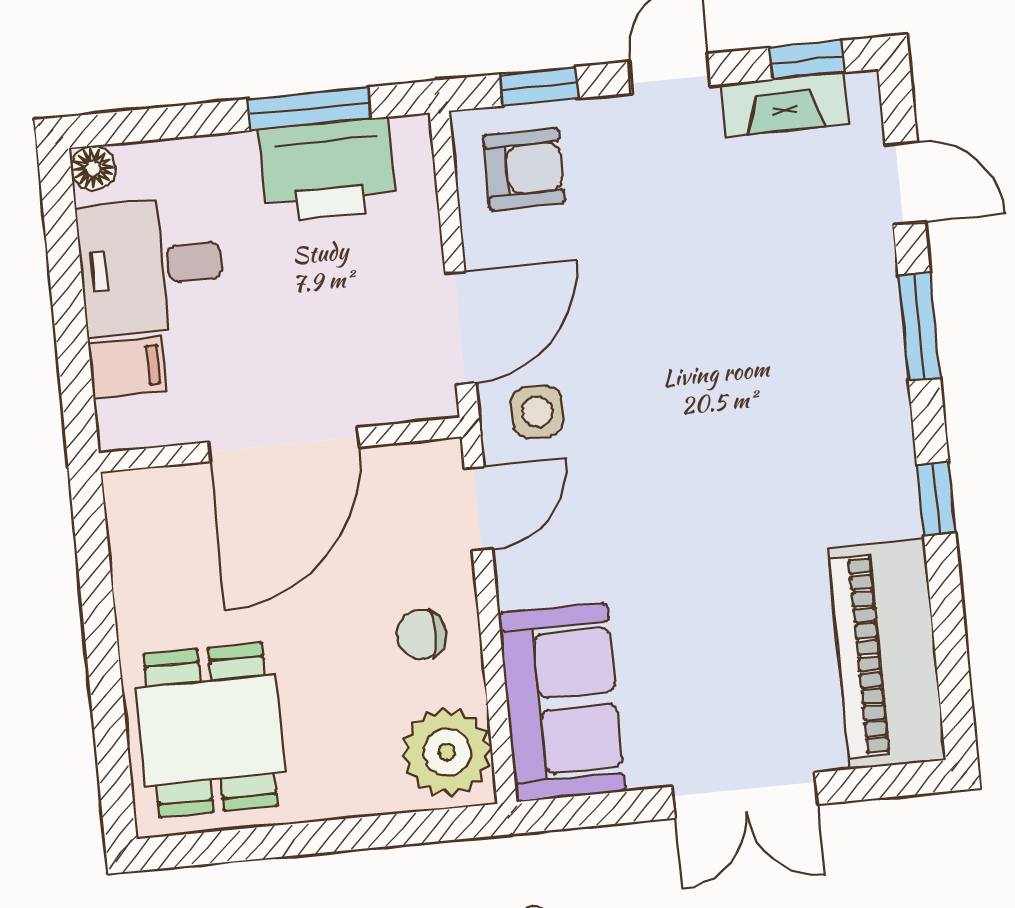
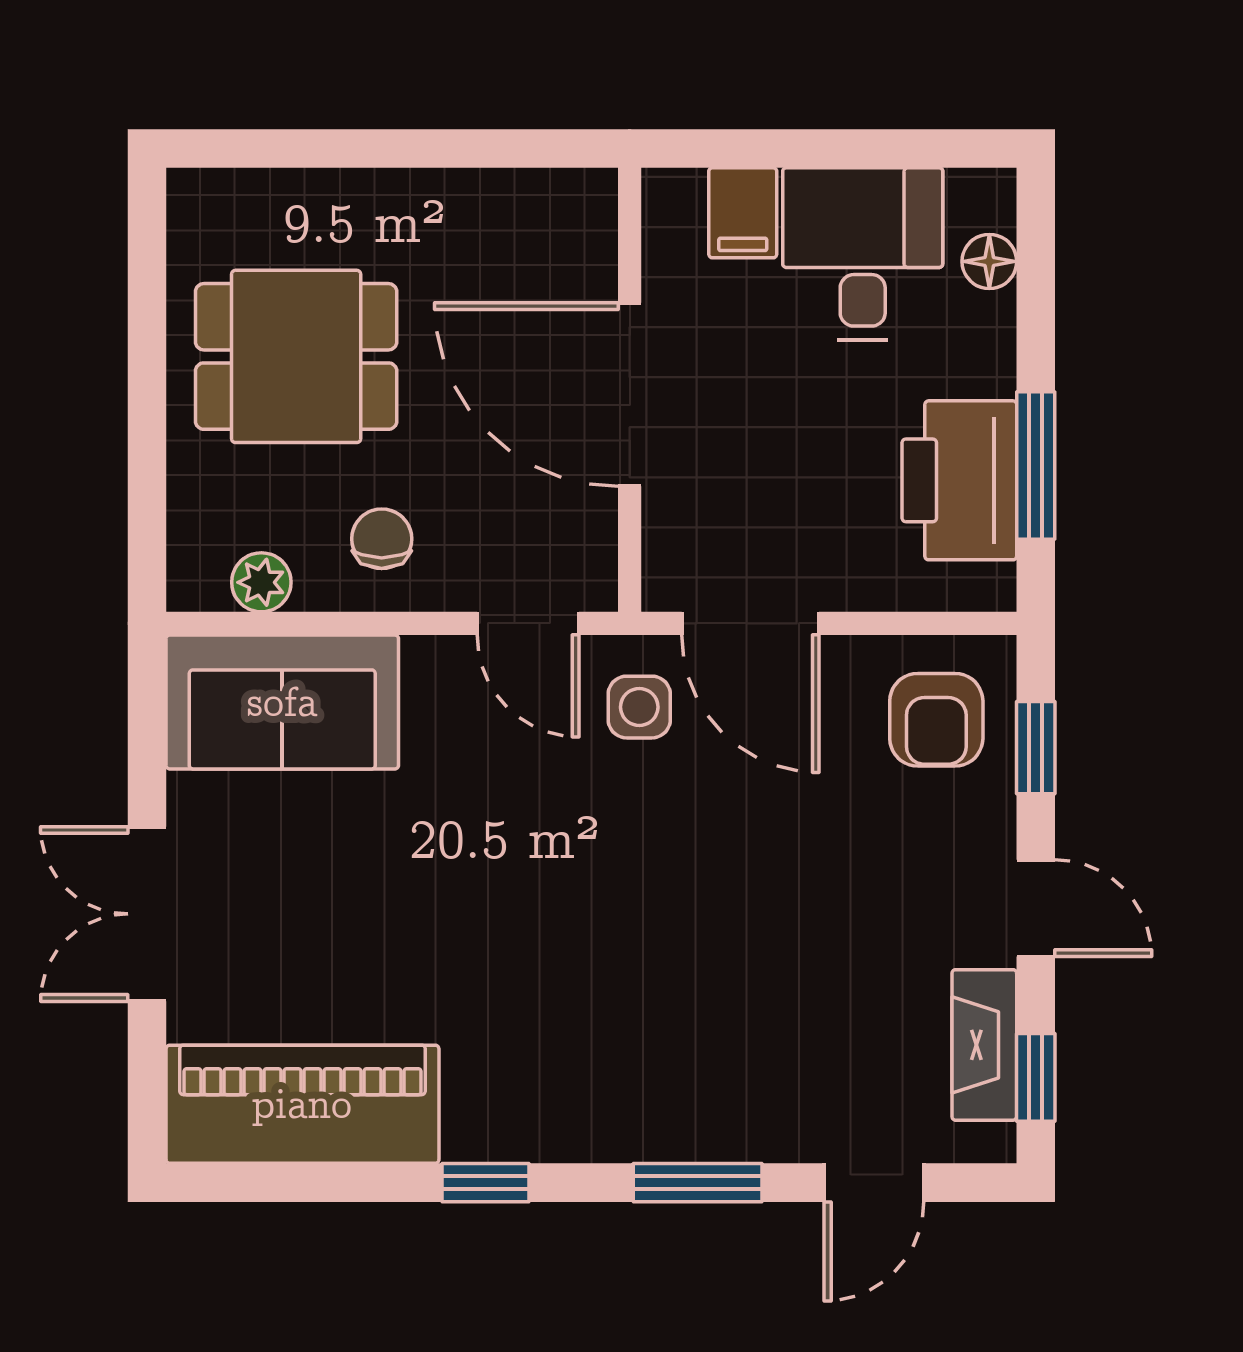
floor lamp: (93, 168) -> (989, 261), moved
dining table: (211, 730) -> (296, 356), moved
plant: (447, 752) -> (261, 582), width x0.53, depth x0.53

